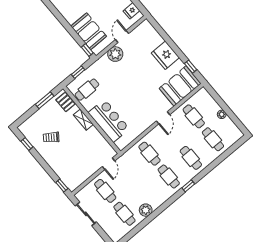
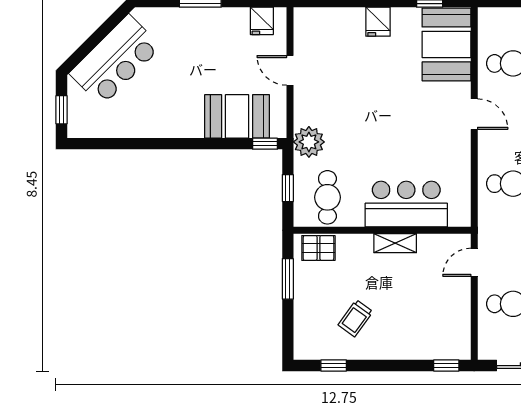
plant: (115, 54) -> (309, 142), moved
fridge: (165, 55) -> (378, 22), width x0.53, depth x0.75
shelving: (83, 120) -> (395, 243), moved
door: (109, 164) -> (474, 262), swing flipped

